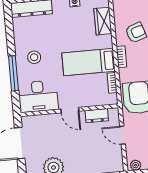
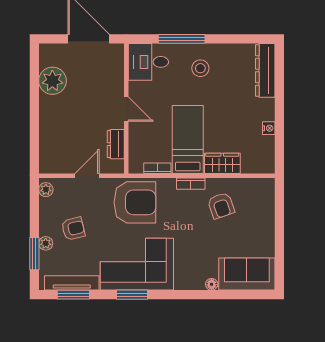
wardrobe: (103, 21) -> (222, 163), moved
desk: (38, 96) -> (148, 62), width x0.73
door: (70, 110) -> (126, 109), swing flipped

